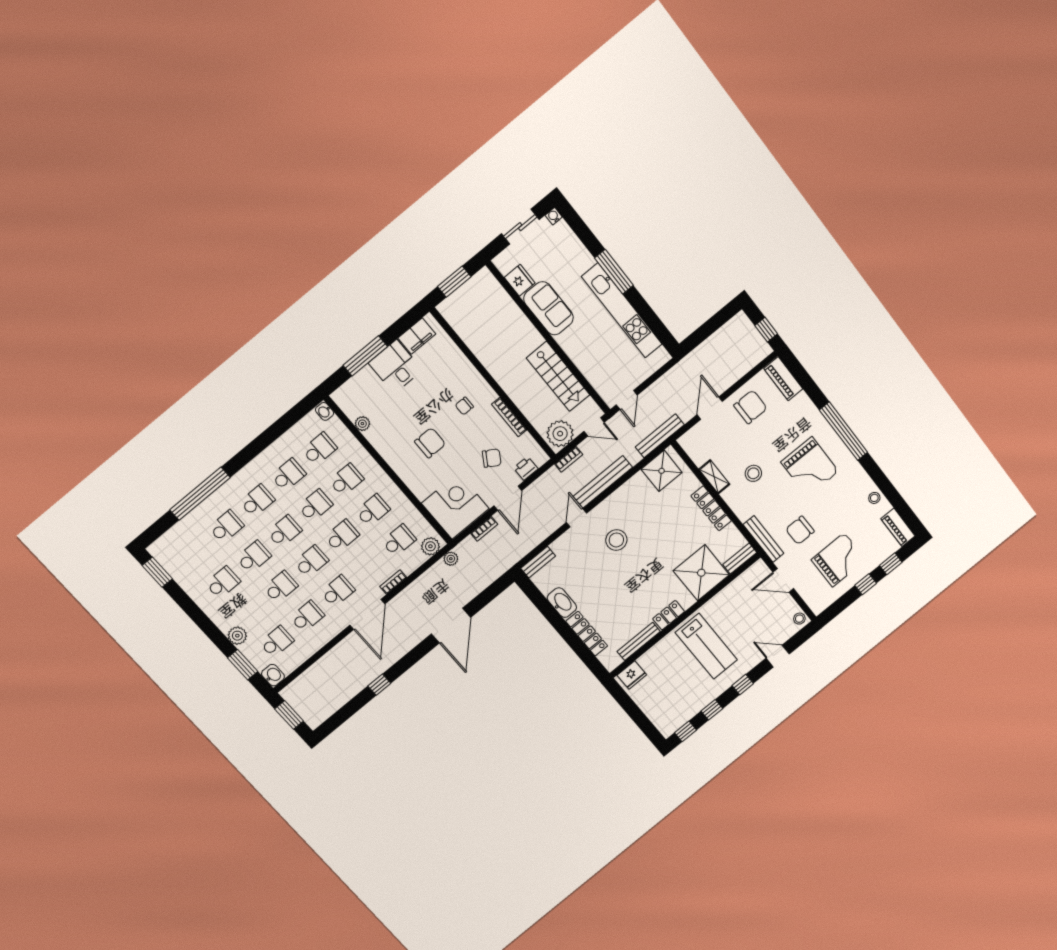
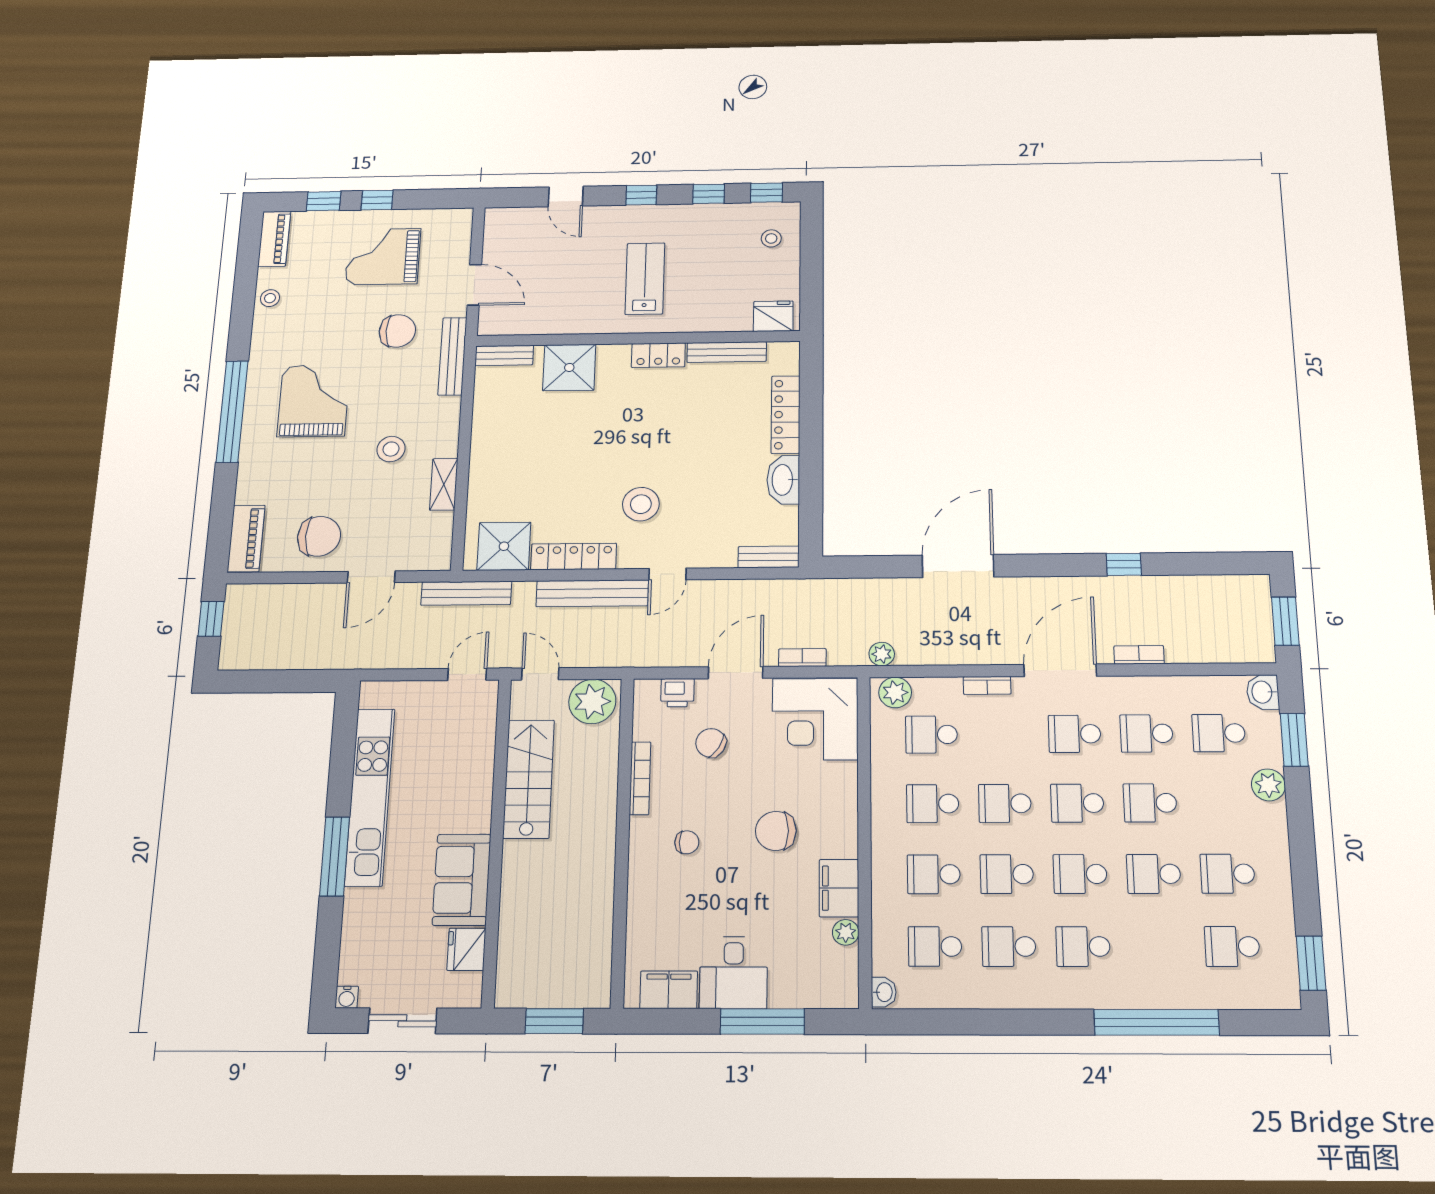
chair: (750, 407) -> (319, 536), turned 180
filing cabinet: (382, 440) -> (839, 888), added
bookcase: (569, 459) -> (1139, 655), moved
locker: (711, 508) -> (574, 557), moved, turned -90
school desk: (226, 527) -> (1232, 947), moved
shower: (701, 573) -> (569, 367), width x0.73, depth x0.73
stool: (799, 619) -> (771, 238), moved
lab bench: (706, 646) -> (645, 279), width x0.73, depth x0.72

